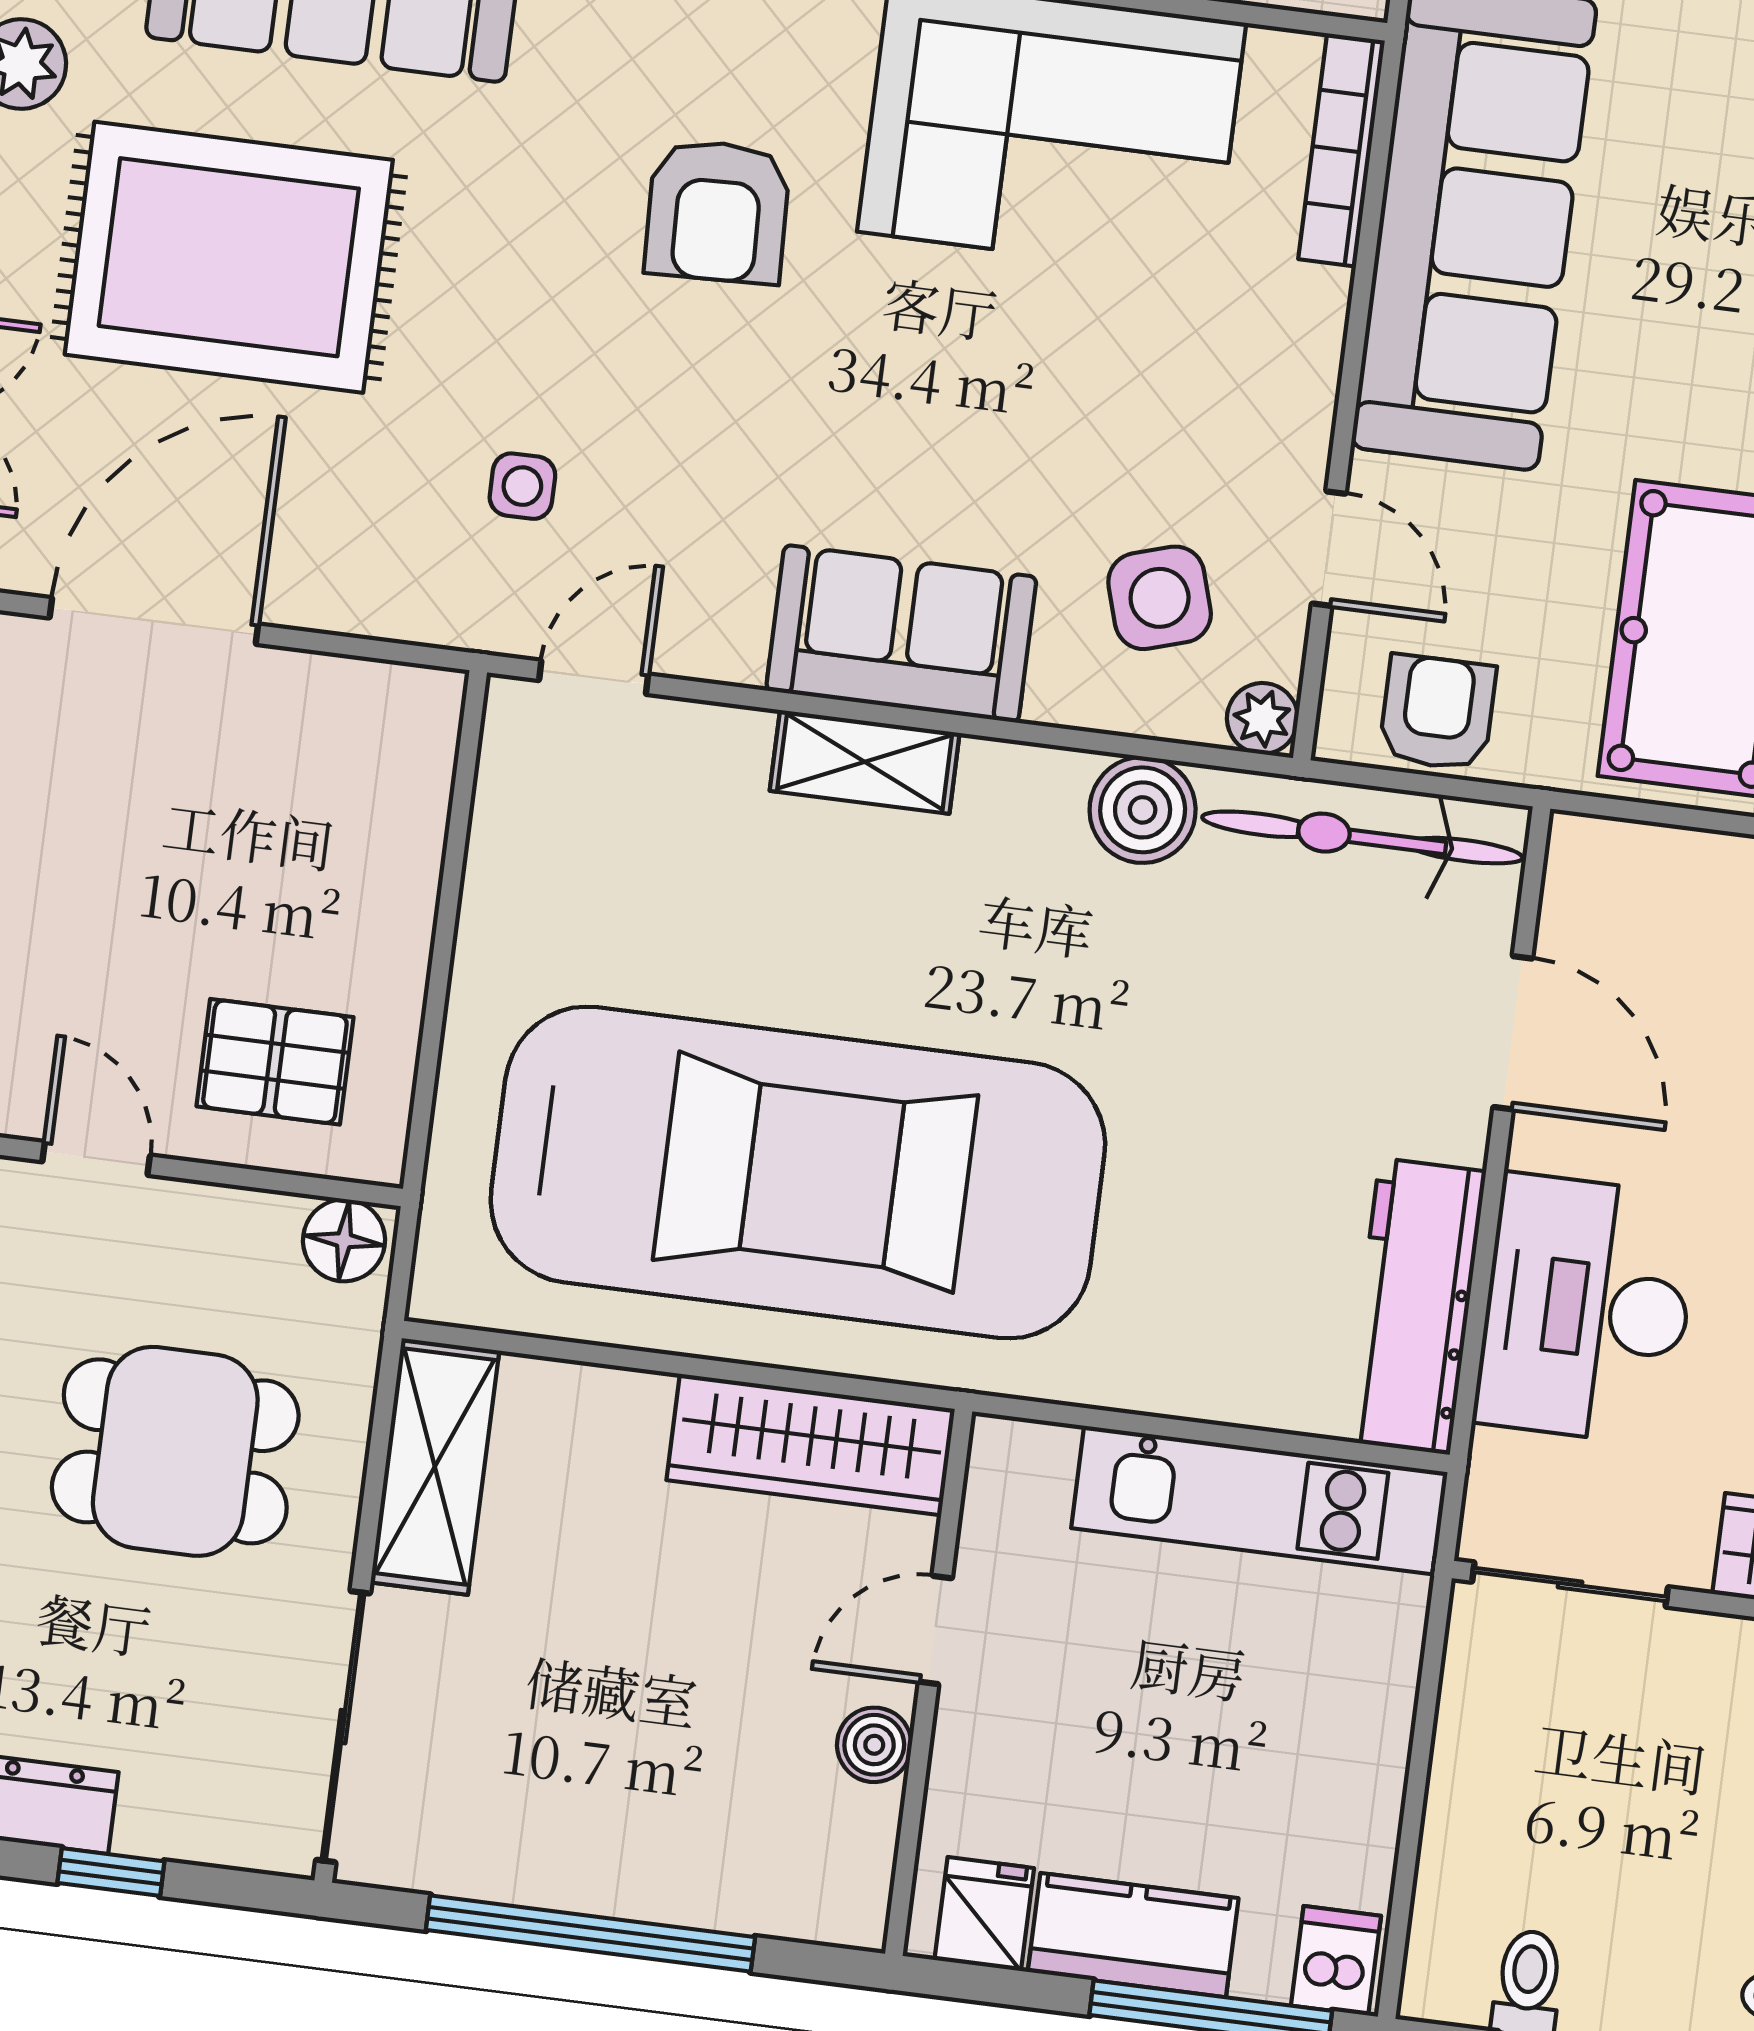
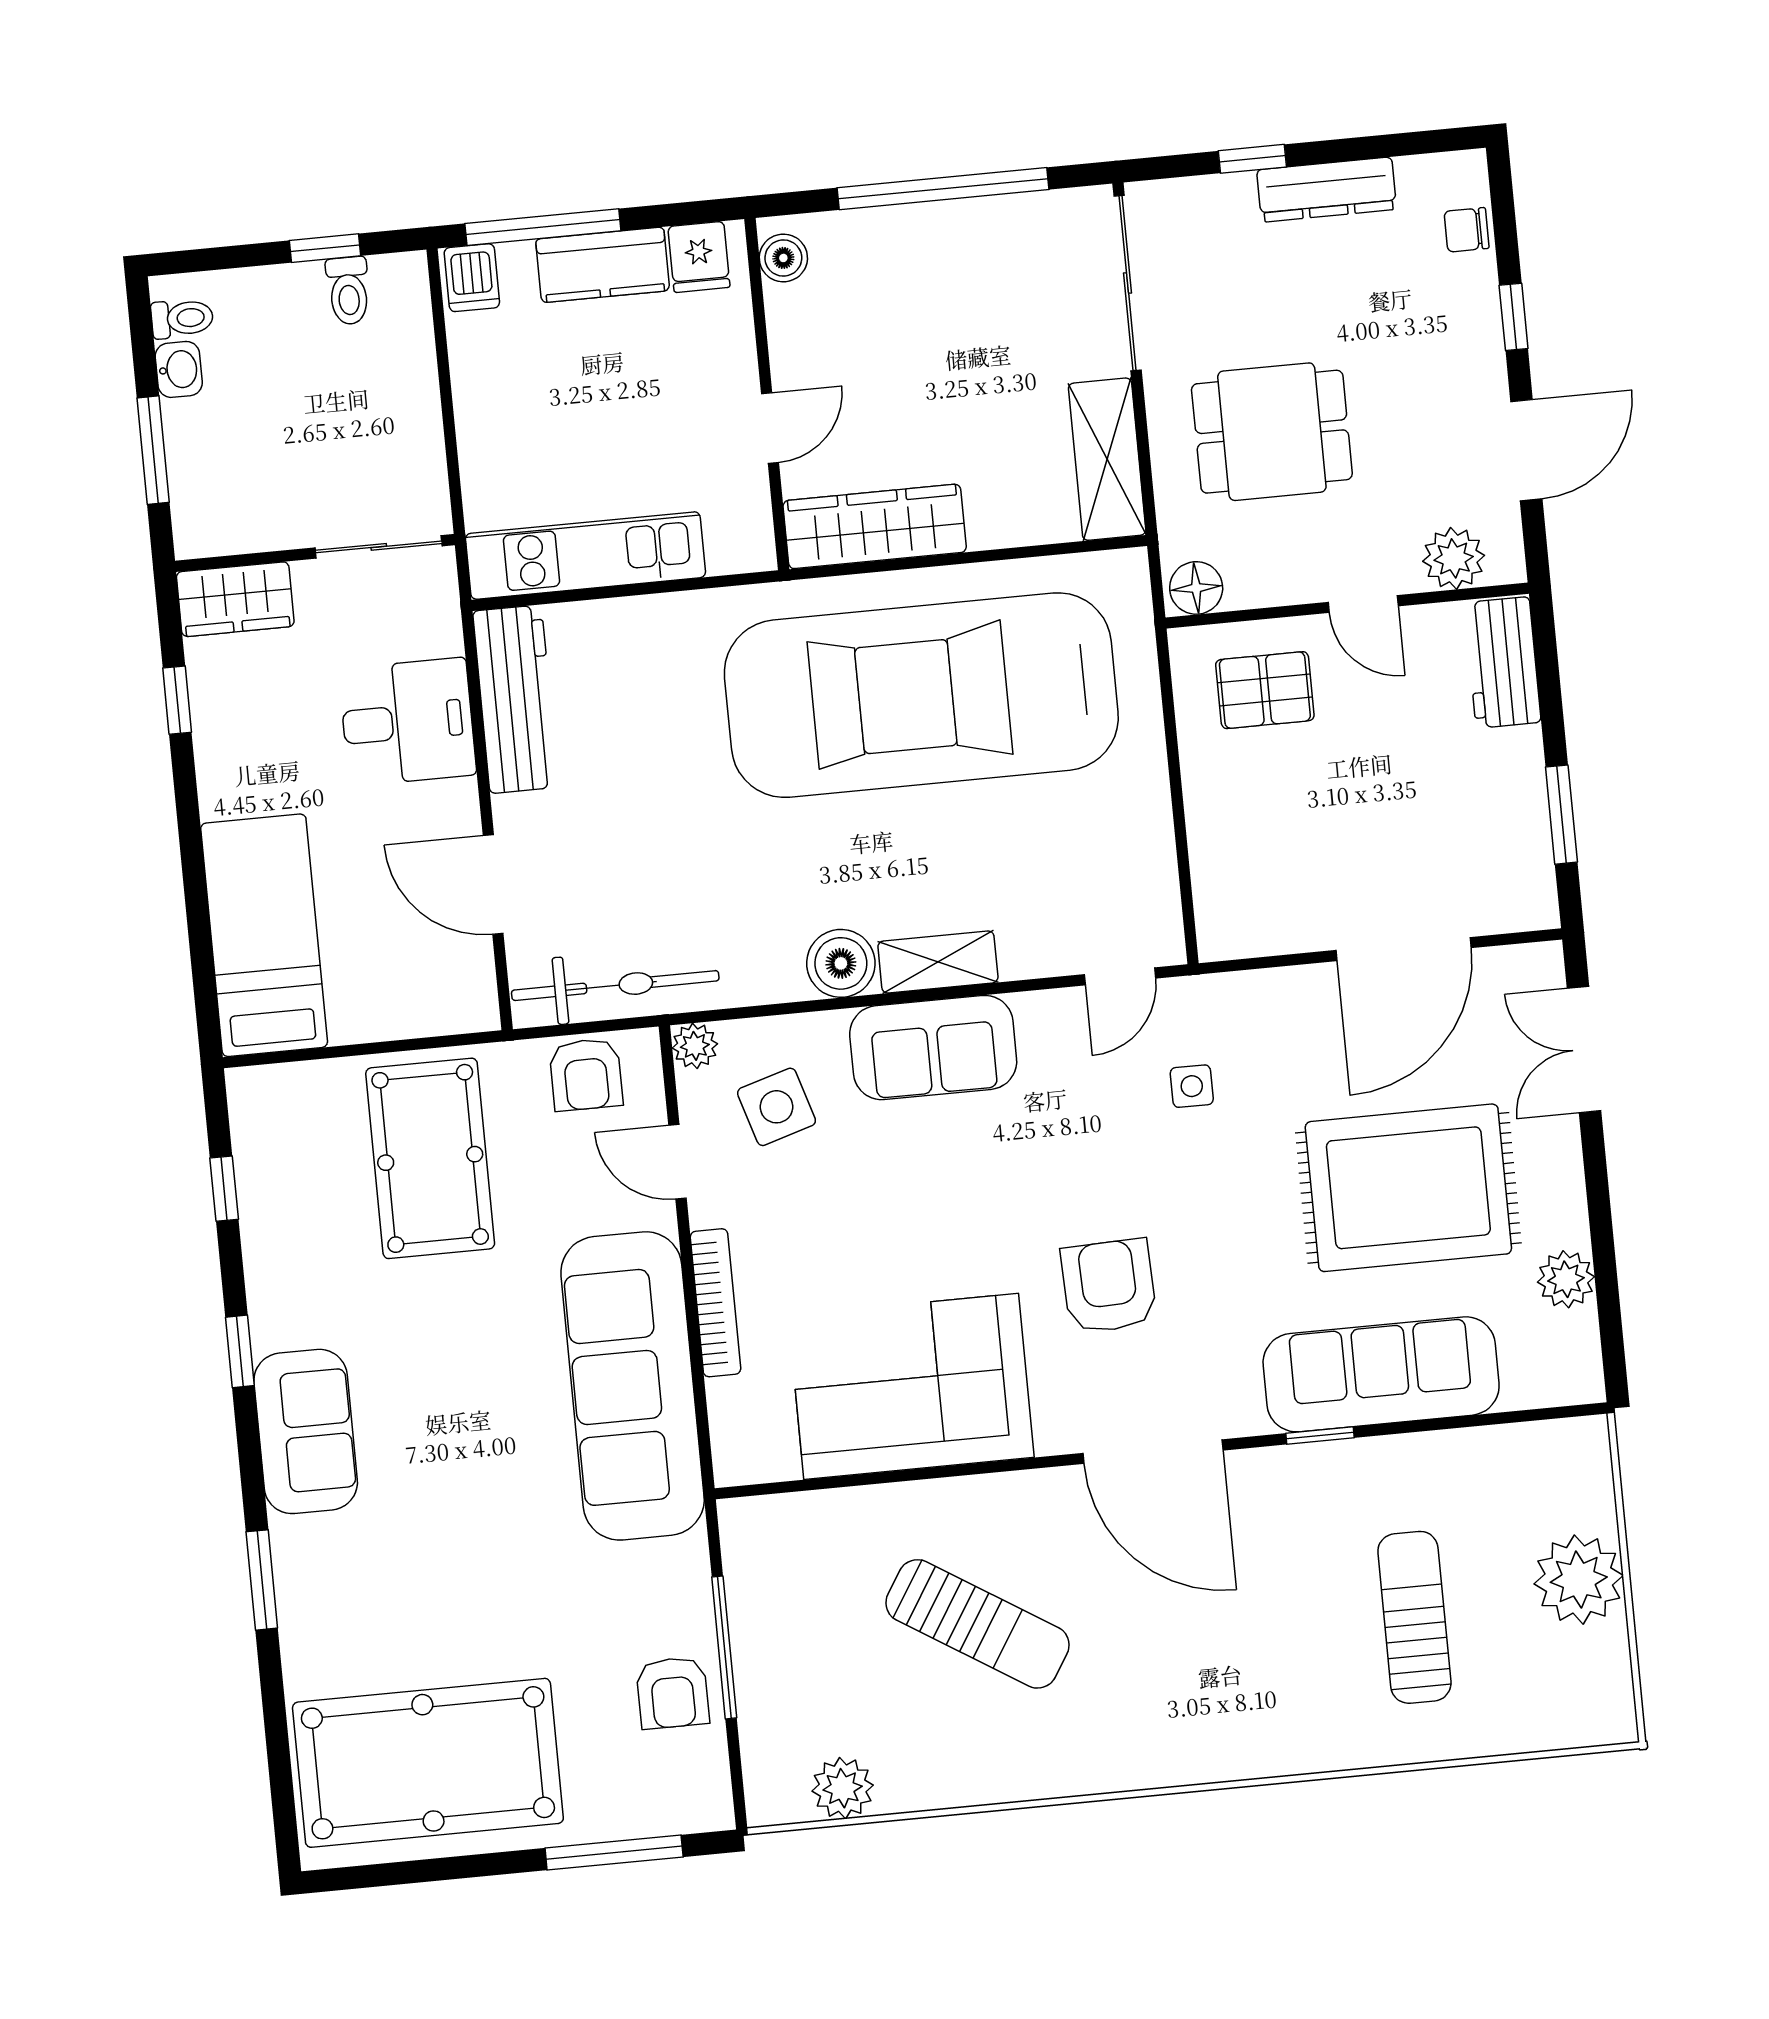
bookcase: (1342, 150) -> (715, 1303), moved
boiler: (1143, 810) -> (841, 963), moved
desk: (1587, 1309) -> (407, 722), width x0.73
boiler: (874, 1745) -> (783, 258), moved

